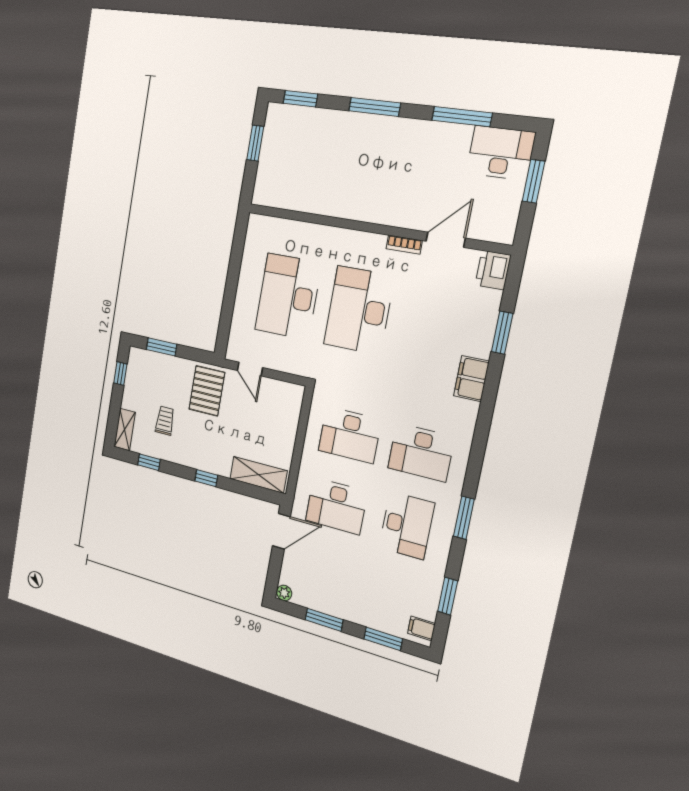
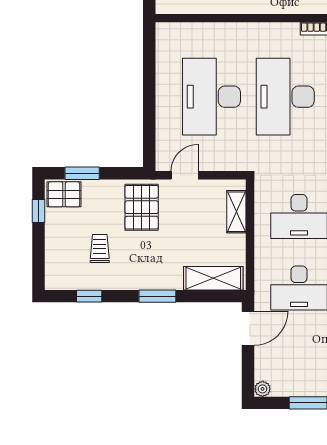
pallet: (143, 363) -> (64, 194), added
door: (250, 369) -> (185, 175), swing flipped
shelving: (125, 430) -> (236, 212), moved
window: (206, 478) -> (157, 296), width x1.50

